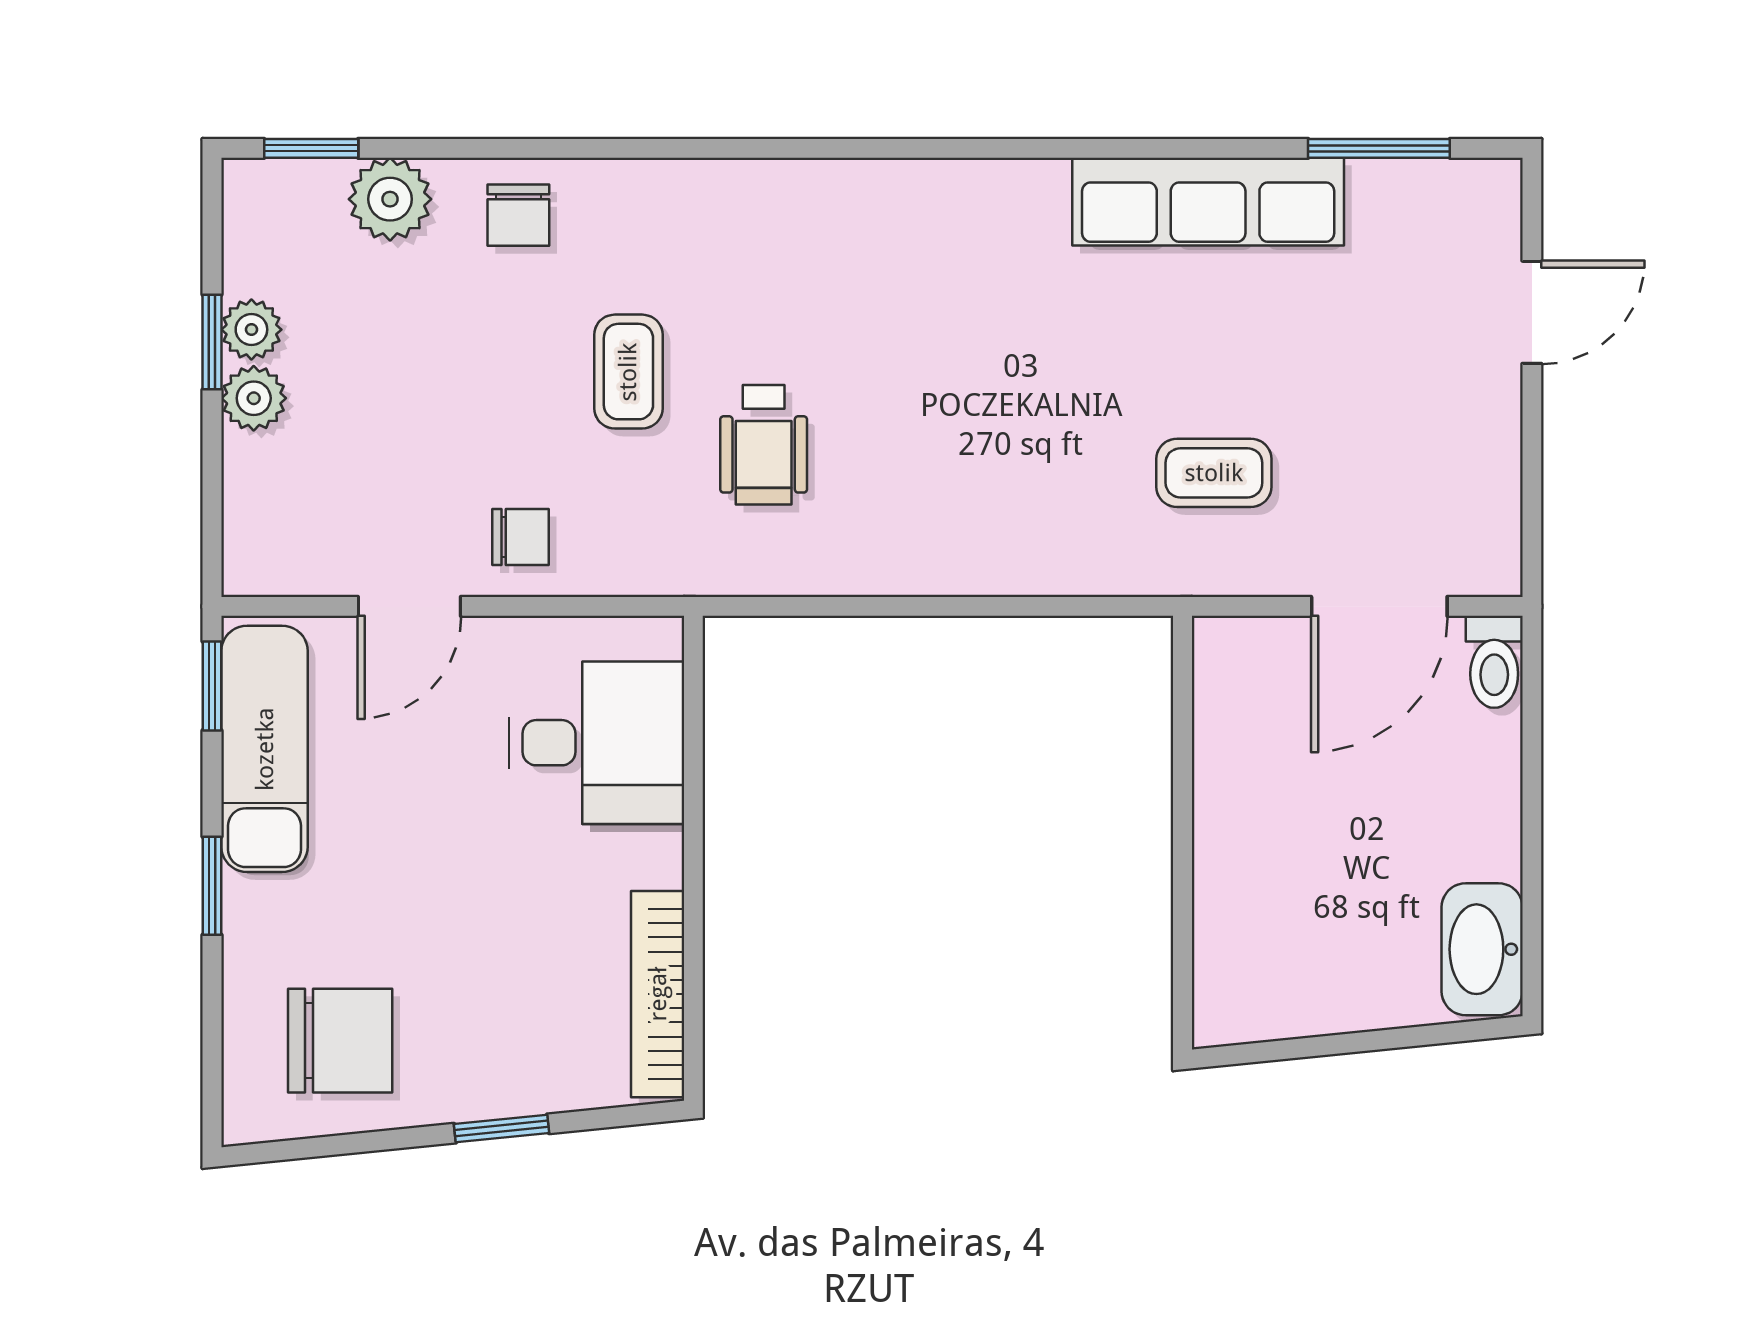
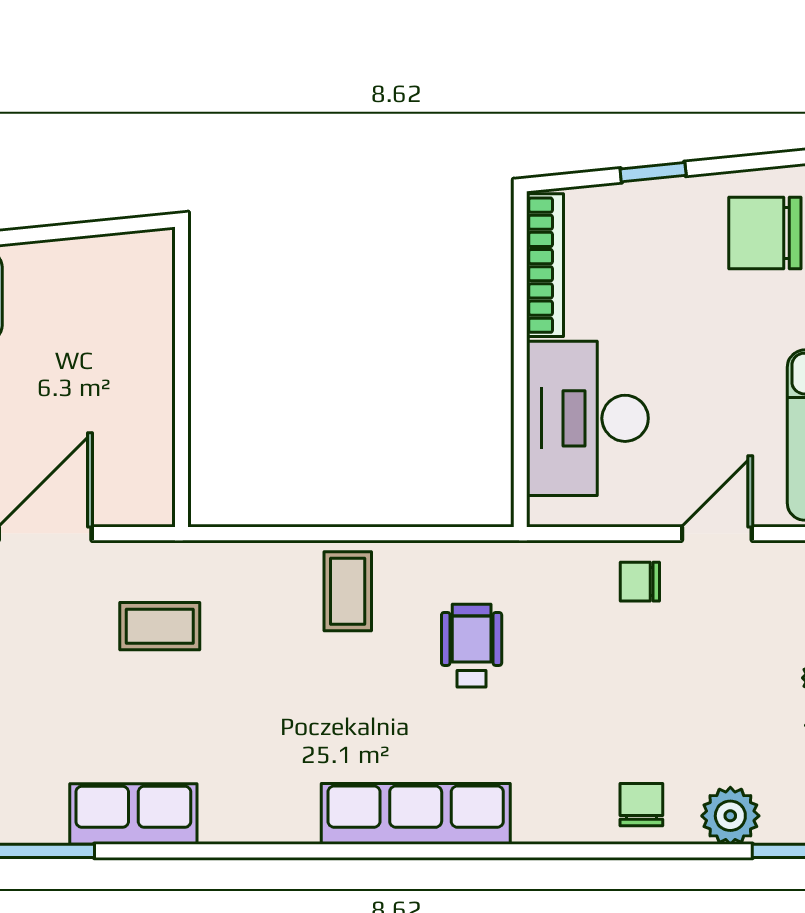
row of seats: (844, 202) -> (416, 814), added
row of seats: (1208, 202) -> (133, 814), width x0.68
coffee table: (628, 372) -> (348, 591), moved
desk: (596, 743) -> (587, 418), width x1.37

